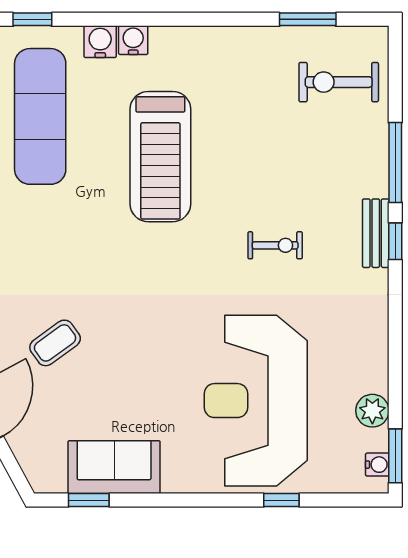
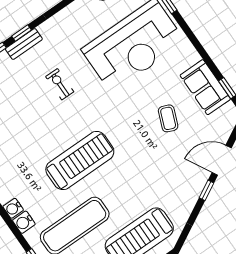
treadmill: (160, 157) -> (80, 161), moved
coffee table: (55, 343) -> (168, 118), moved, turned 58

